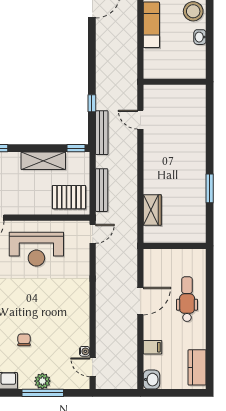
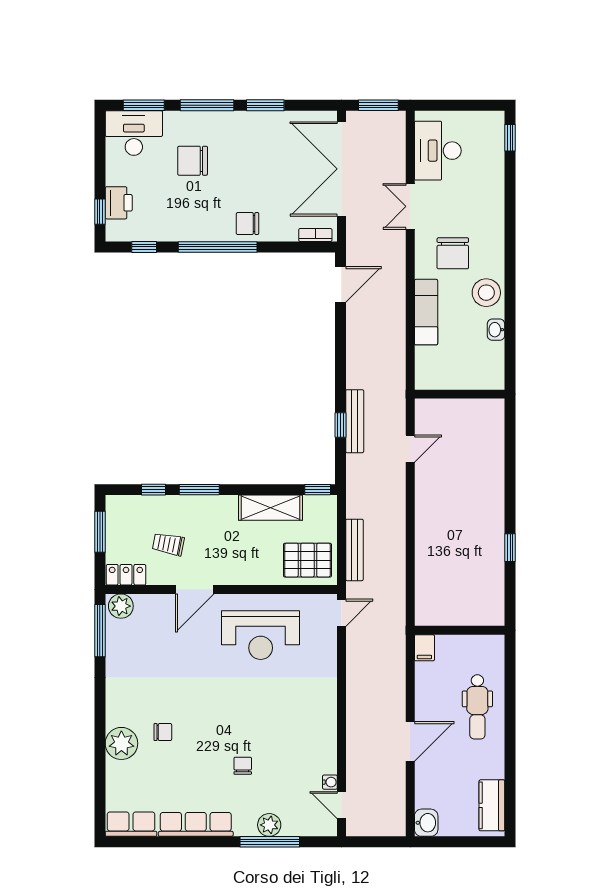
door: (140, 120) -> (410, 449), swing flipped
bench: (102, 133) -> (355, 421), moved
window: (210, 188) -> (510, 548), width x0.67
wardrobe: (152, 210) -> (427, 579), removed
dental chair: (187, 299) -> (477, 707), turned 180
door: (140, 301) -> (410, 741), moved
filing cabinet: (153, 347) -> (424, 648), moved, turned 90

